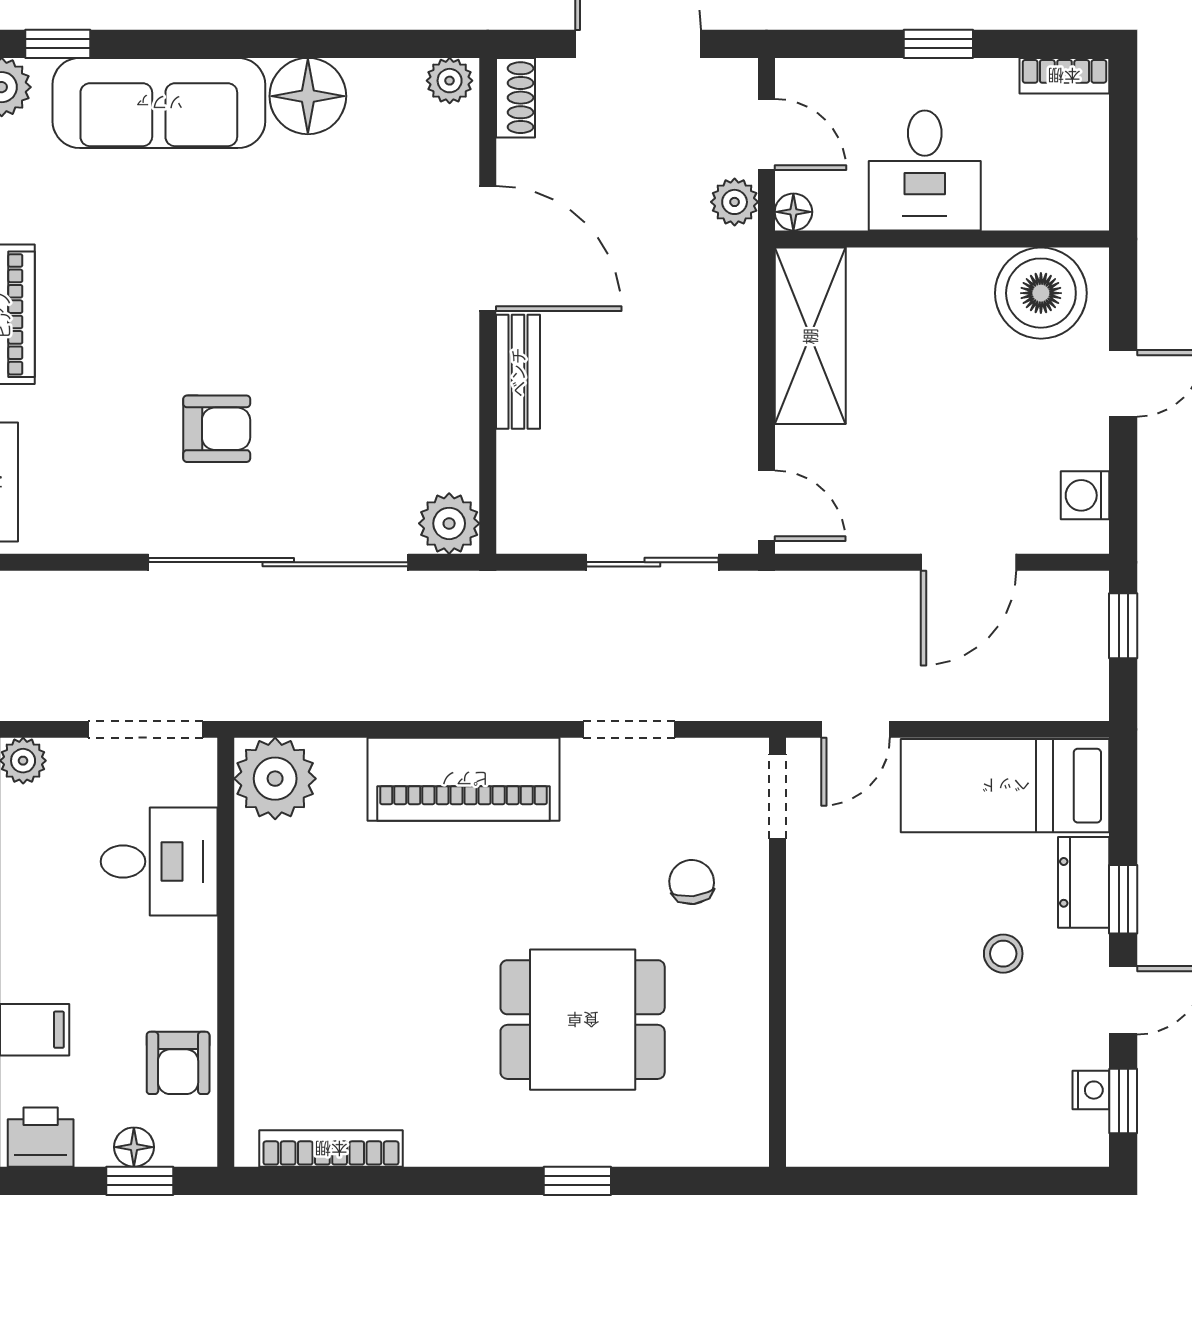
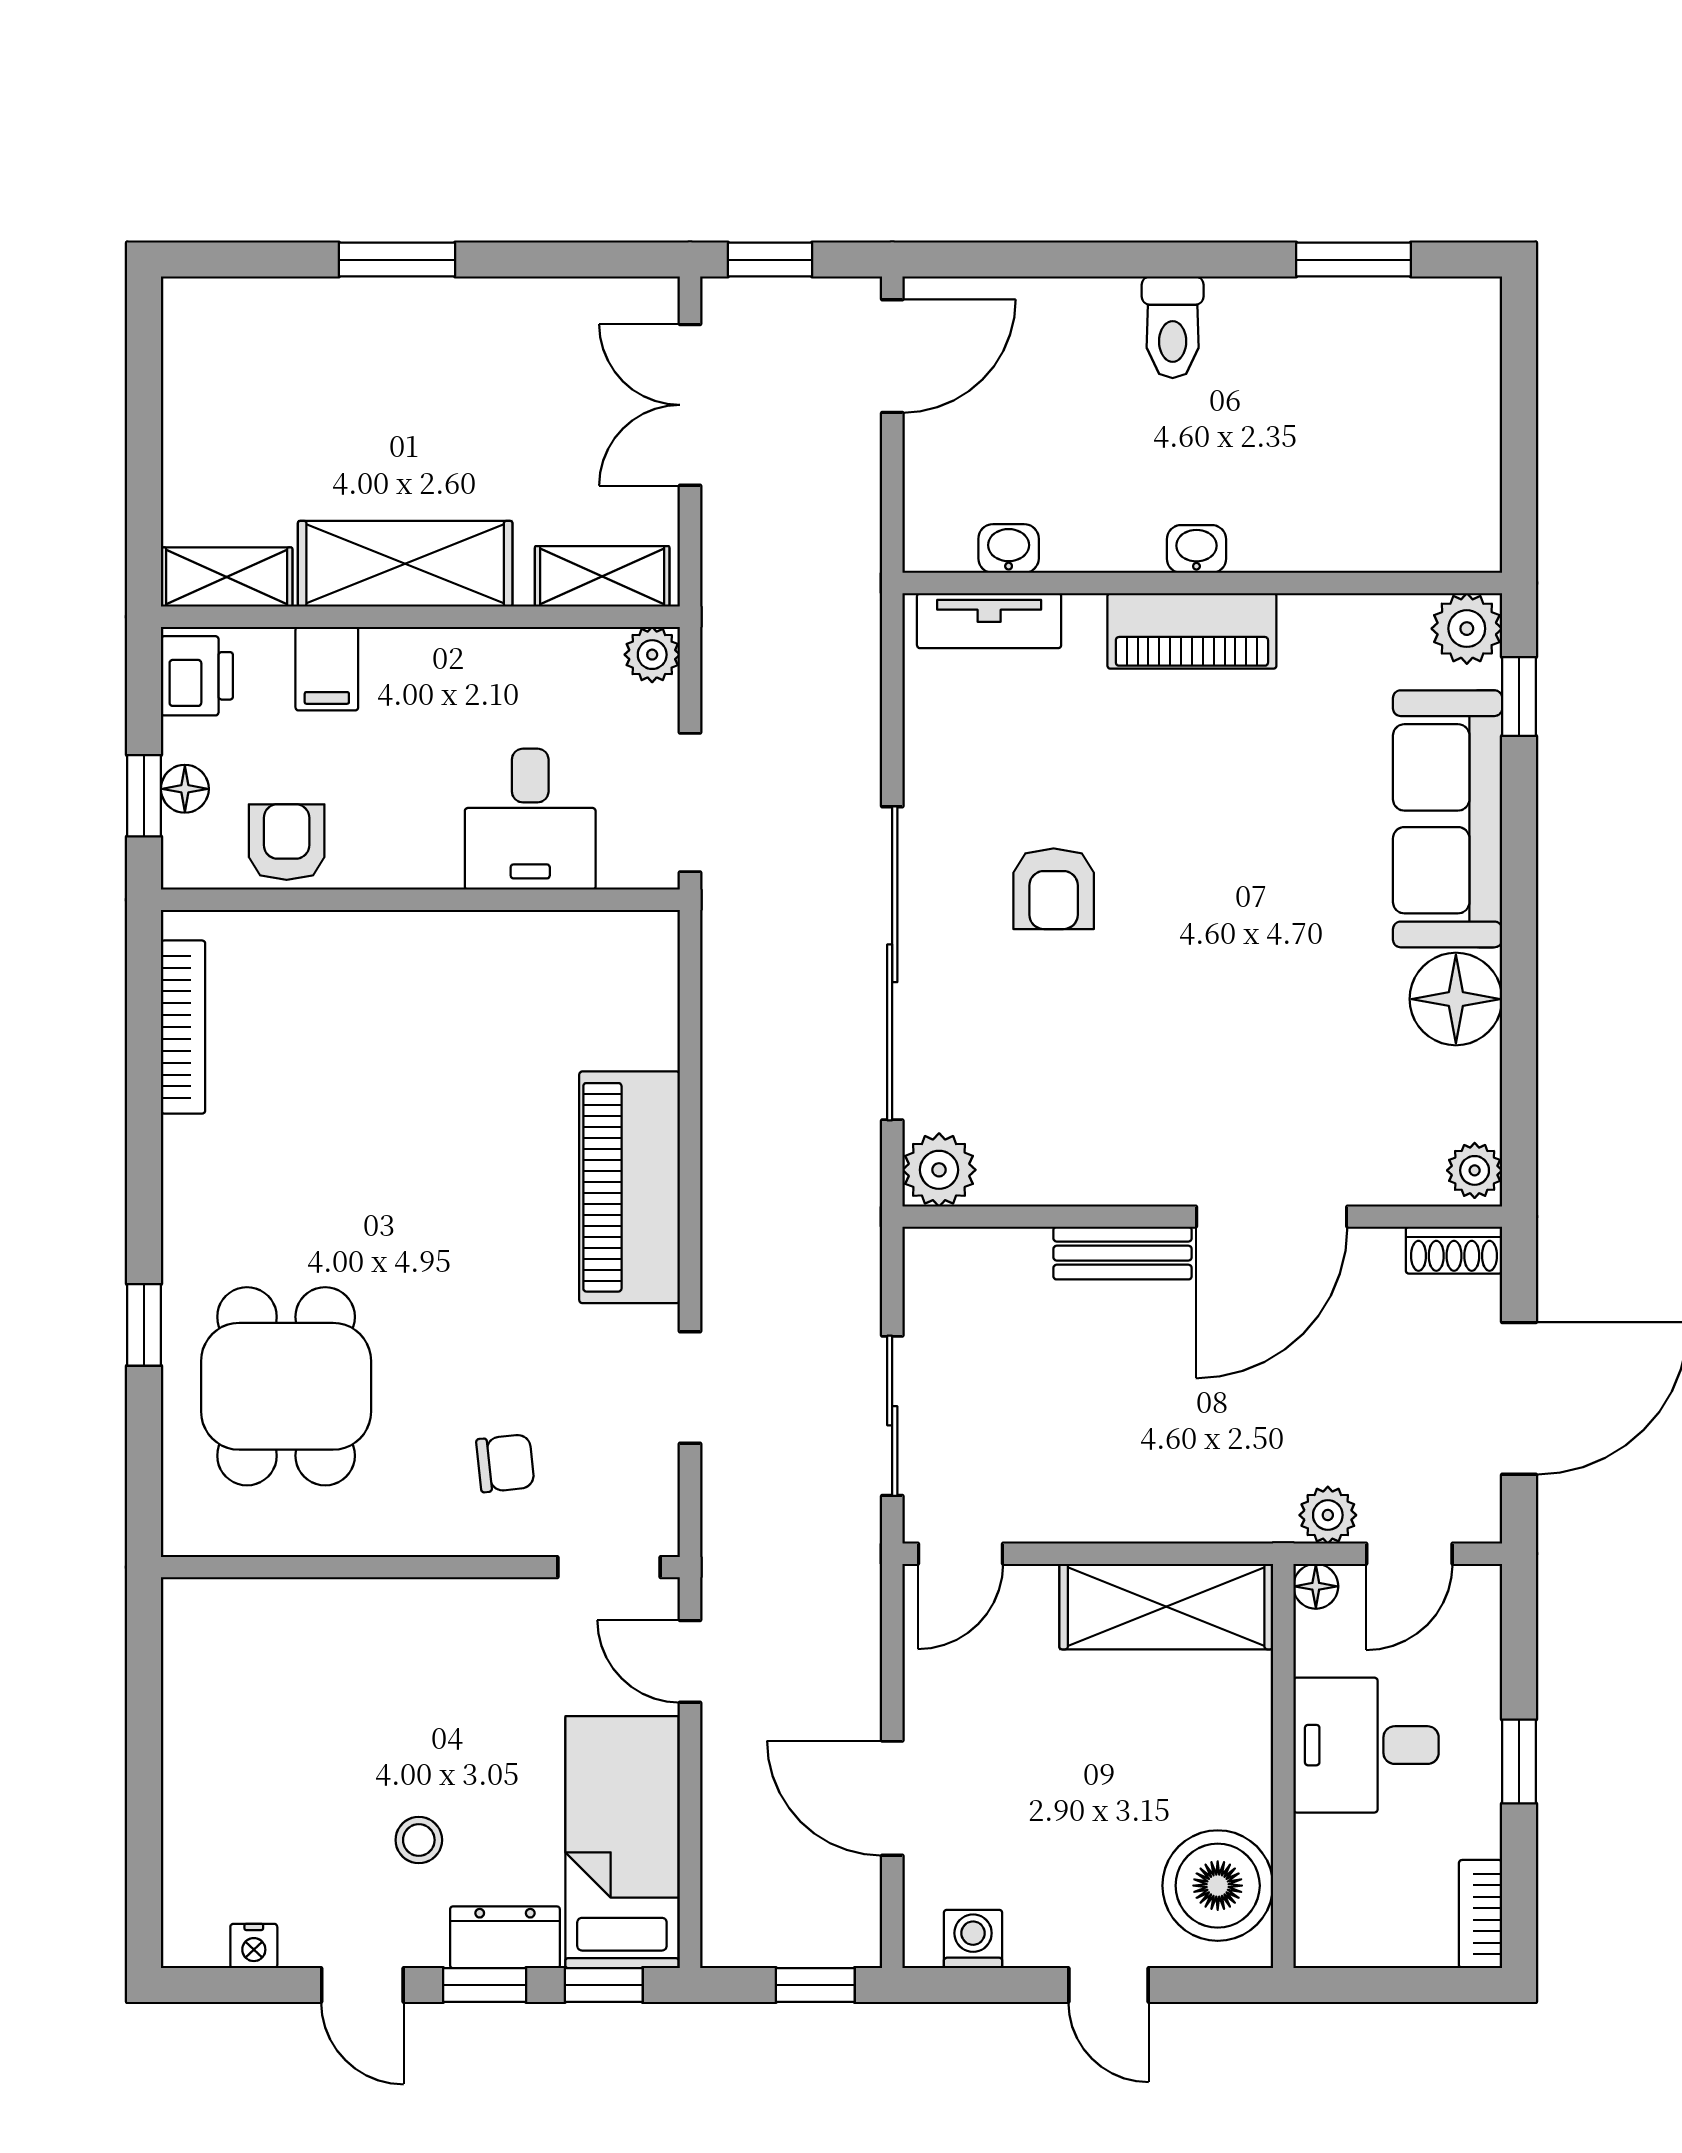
plant: (275, 779) -> (630, 959), removed
dining table: (583, 1020) -> (286, 1386), moved
armchair: (178, 1063) -> (287, 842), turned 90
window: (1123, 1101) -> (604, 1985), moved

